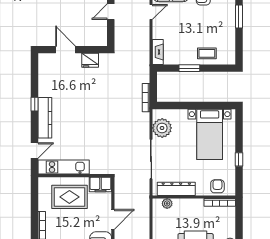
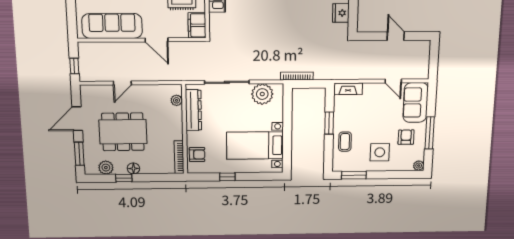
window: (239, 16) -> (354, 175), moved
side table: (217, 22) -> (380, 152), added

